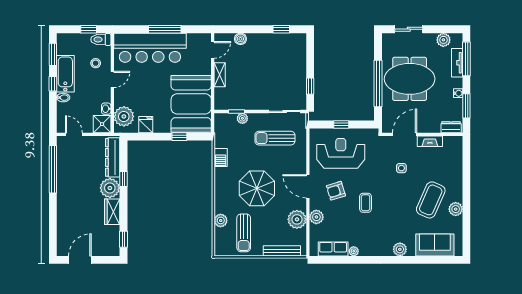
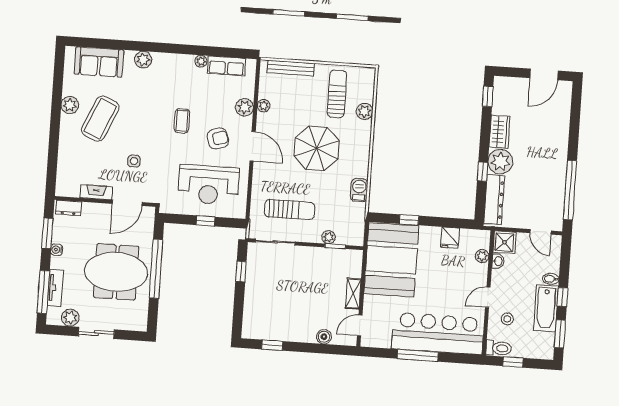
sliding door: (409, 29) -> (96, 333), moved
plant: (124, 116) -> (482, 256), width x0.53, depth x0.53
plant: (297, 219) -> (264, 106), width x0.53, depth x0.53

